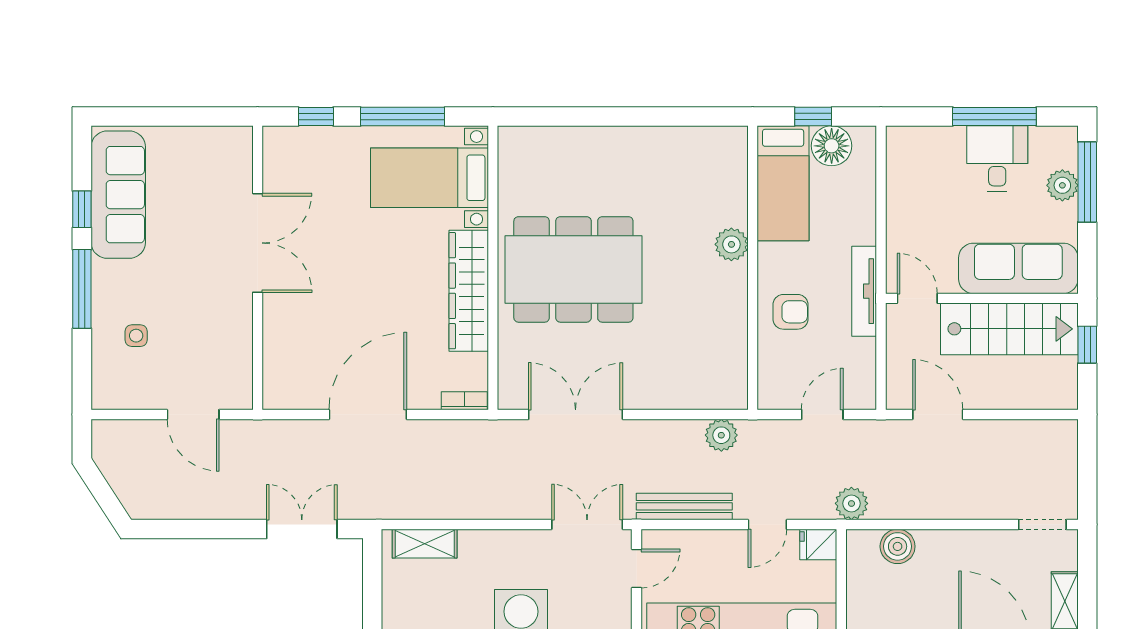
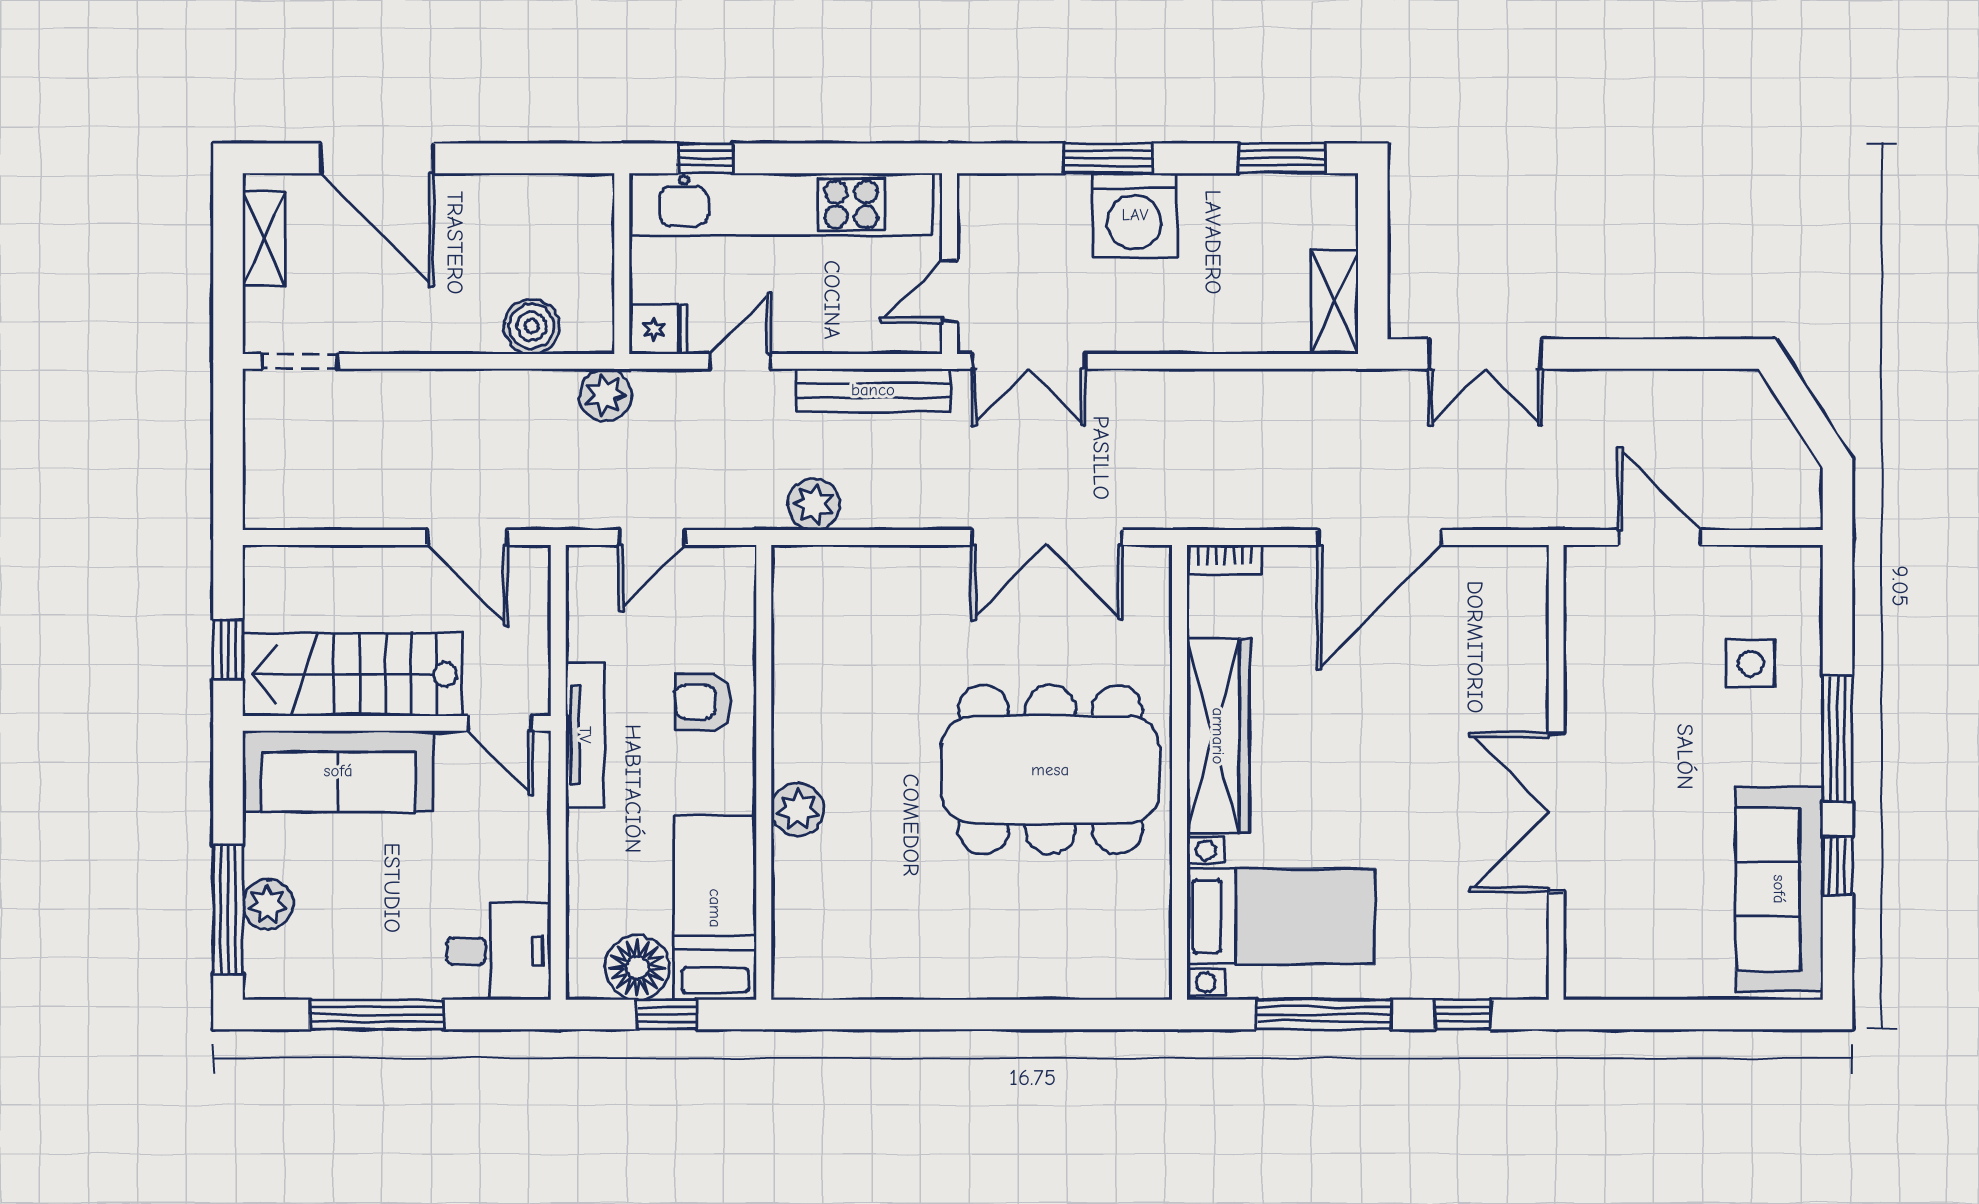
desk: (997, 158) -> (498, 951), moved, turned -90
side table: (136, 336) -> (1751, 664), width x1.37, depth x1.37
shelving: (425, 544) -> (1335, 302), moved, turned 90

